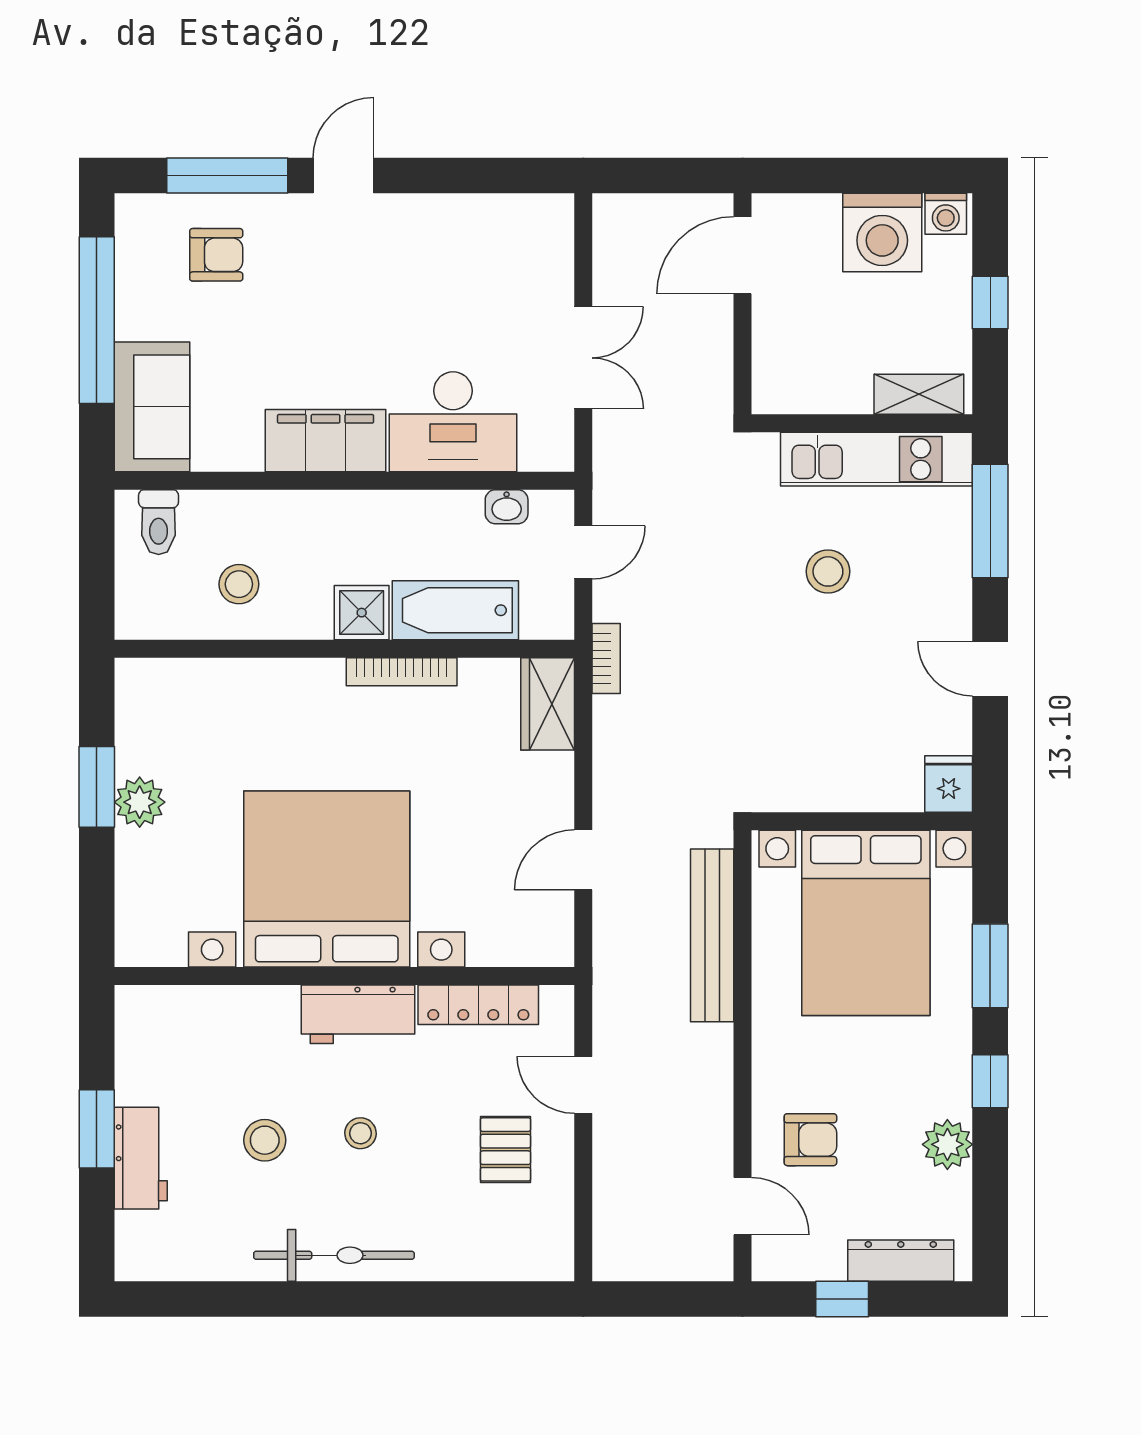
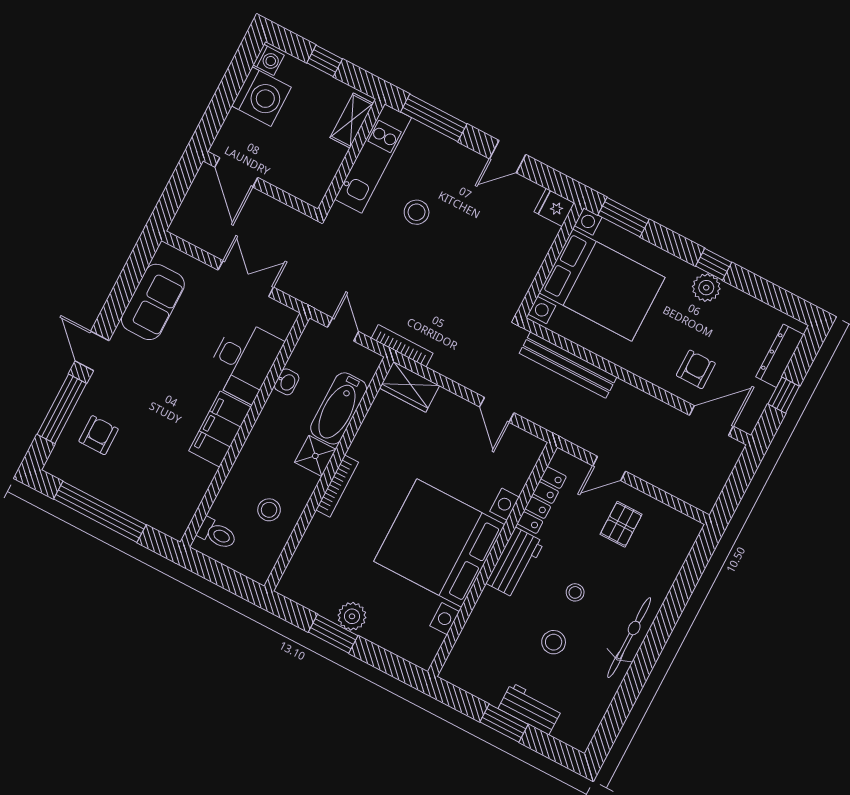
sofa: (152, 407) -> (153, 302), moved, turned 90
washbasin: (507, 507) -> (287, 382), moved
bookcase: (606, 659) -> (402, 346), width x1.56
bookcase: (402, 672) -> (337, 486), moved
window: (990, 966) -> (624, 217), moved
plant: (947, 1144) -> (706, 288), moved
pallet: (505, 1149) -> (621, 524), turned 90
door: (742, 1206) -> (711, 421), width x1.38

